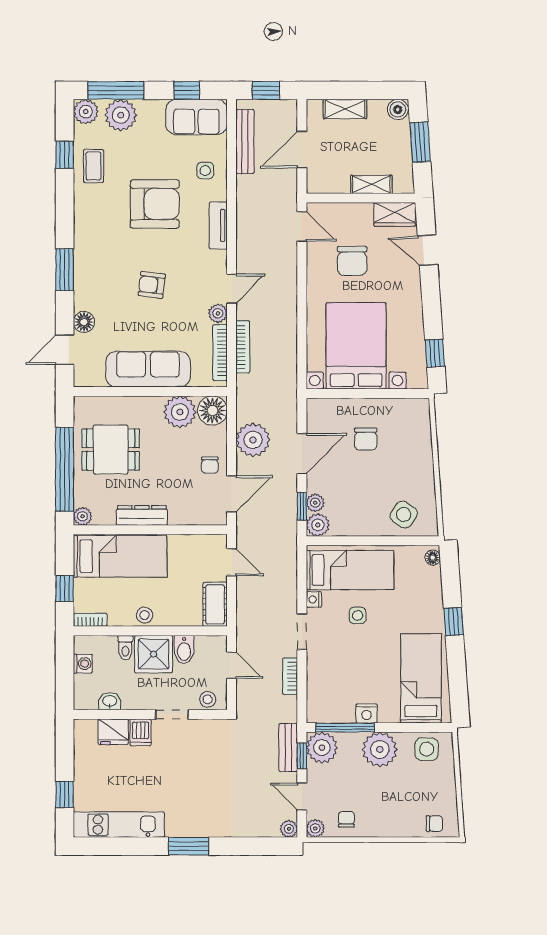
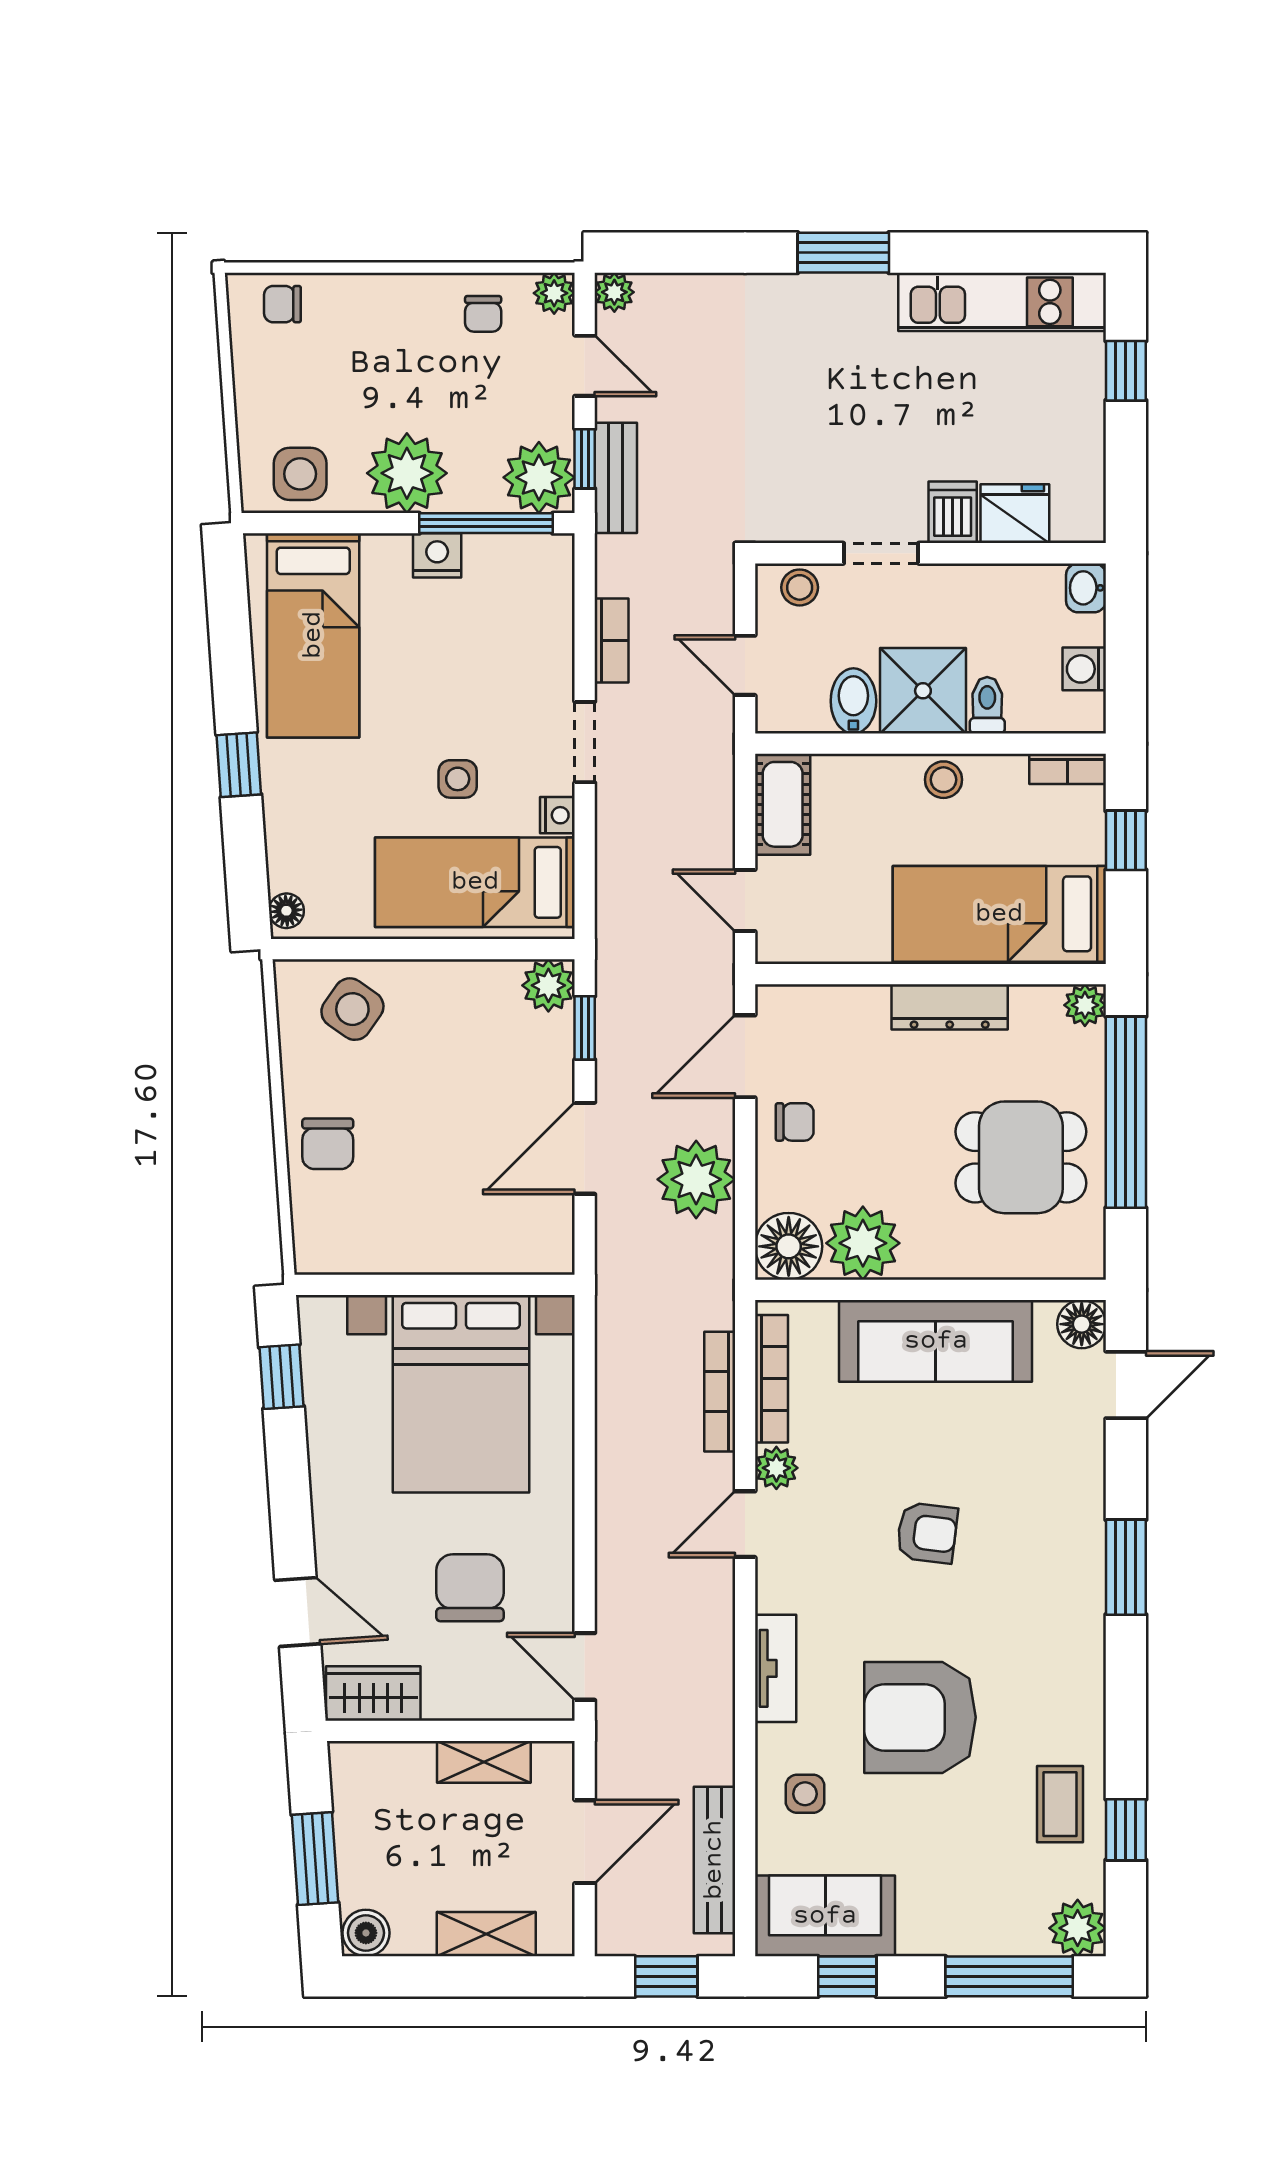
plant: (121, 115) -> (998, 1920), removed
shelving: (371, 184) -> (484, 1762), moved
floor lamp: (84, 322) -> (1082, 1324), moved
chair: (366, 439) -> (328, 1144), moved, turned 180
chair: (210, 465) -> (795, 1122), turned 90
plant: (315, 503) -> (554, 1036), removed
washbasin: (110, 701) -> (1086, 588), moved, turned 90

